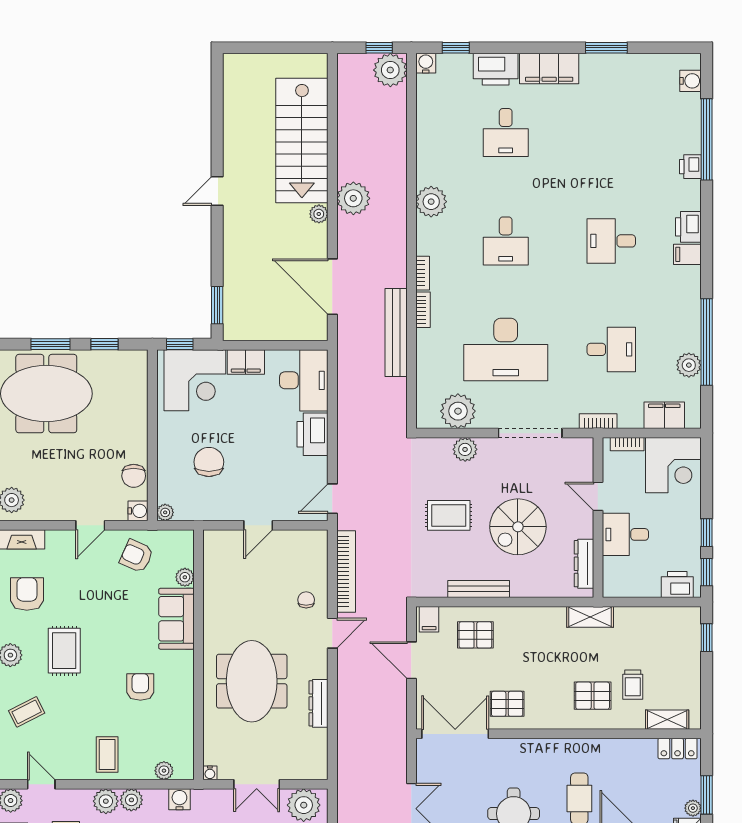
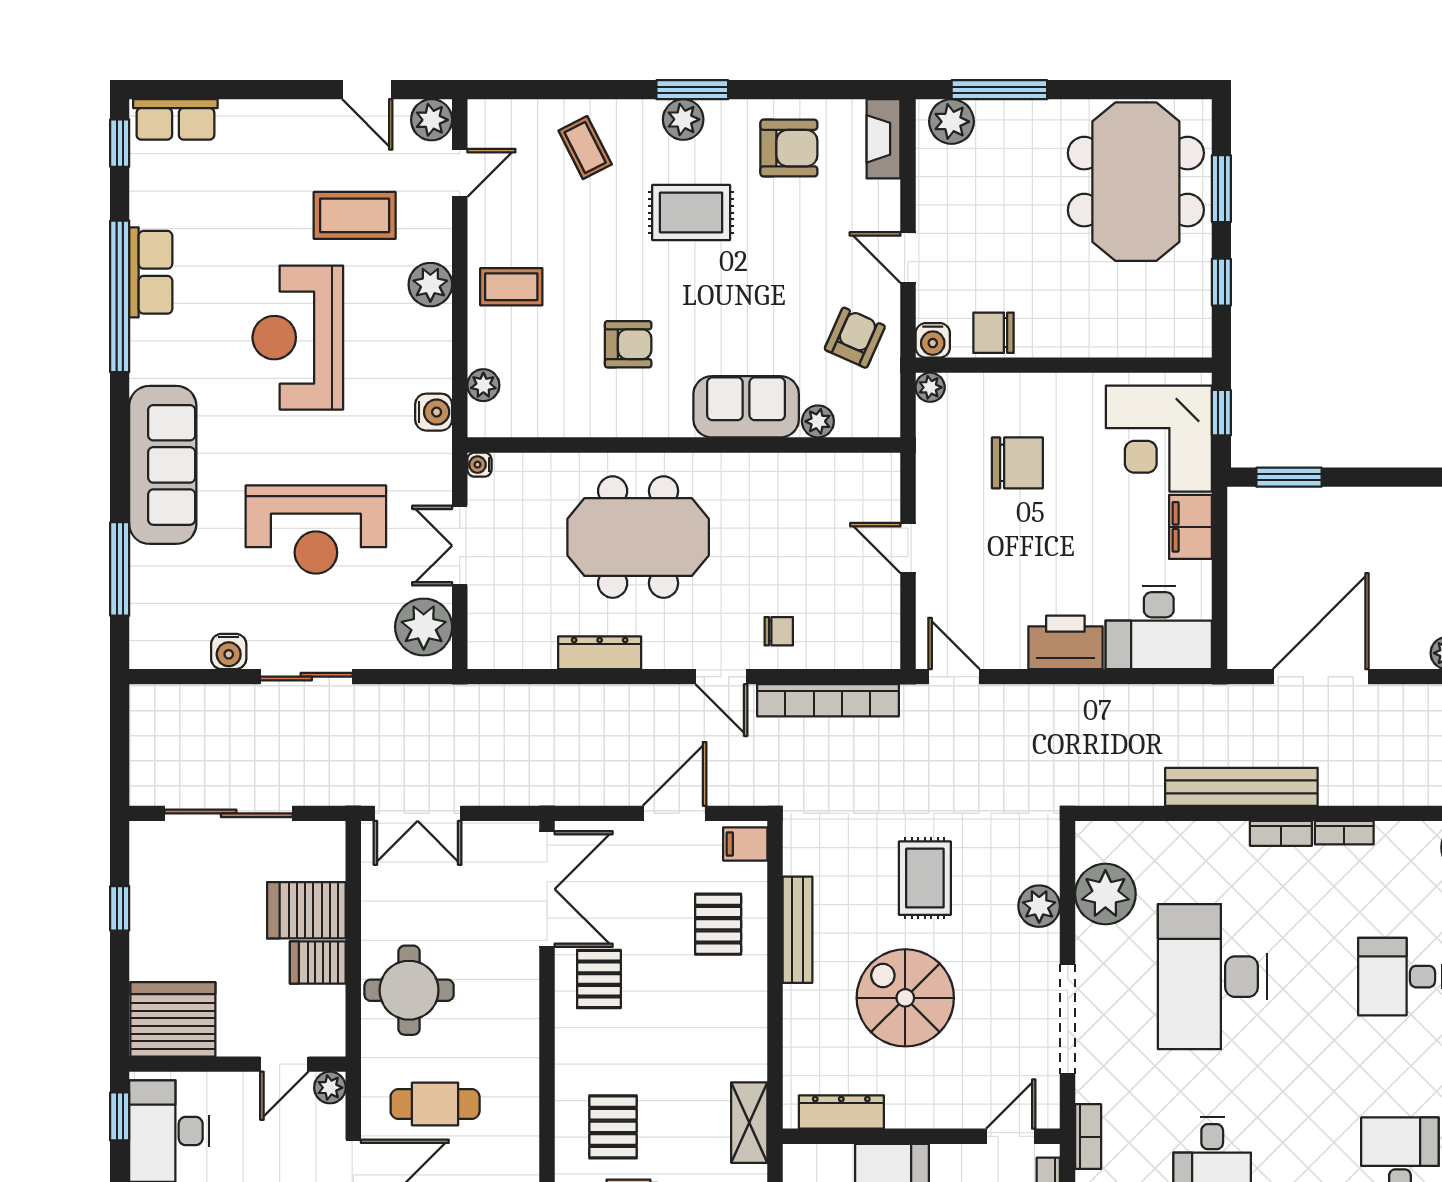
door: (598, 496) -> (1011, 1136), moved
plant: (131, 800) -> (433, 329), removed

